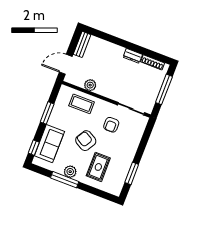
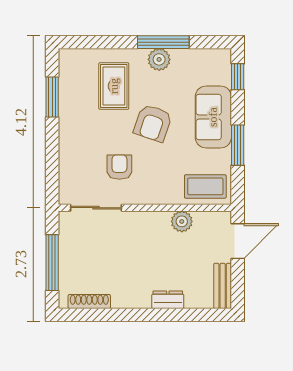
dresser: (133, 56) -> (168, 300), moved
coffee table: (82, 104) -> (205, 186), moved
armchair: (86, 141) -> (153, 123), turned 79
sofa: (49, 144) -> (213, 117), moved

